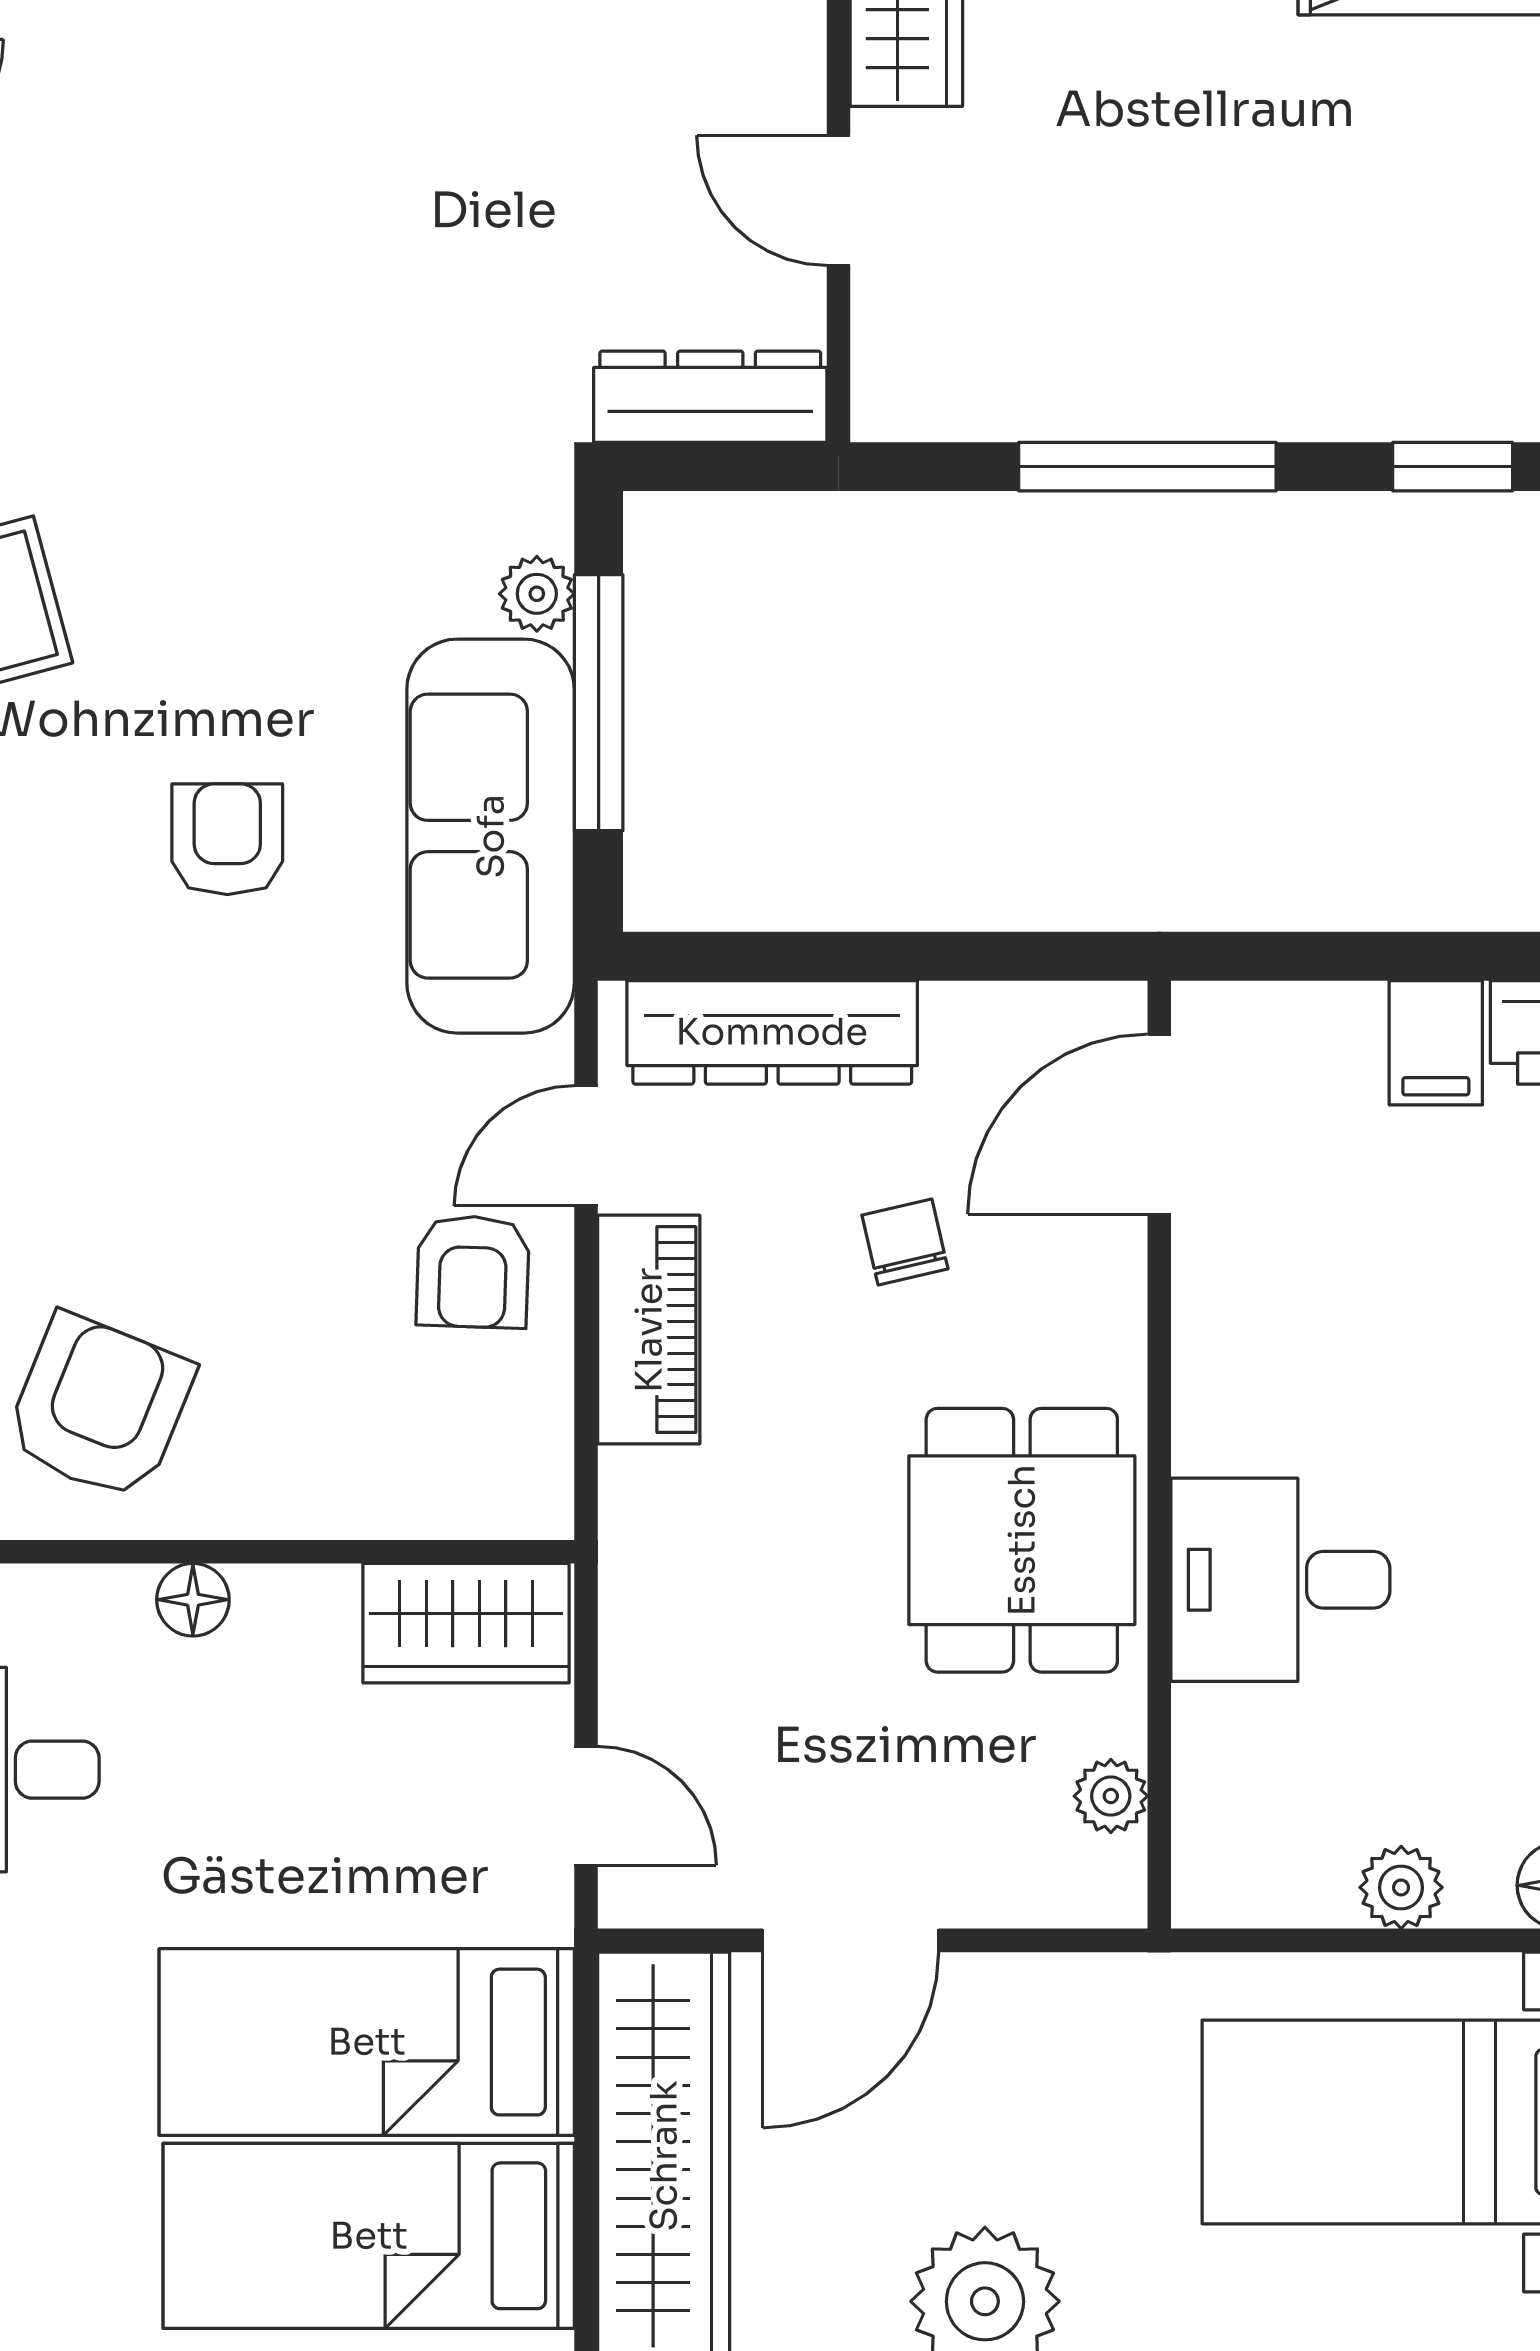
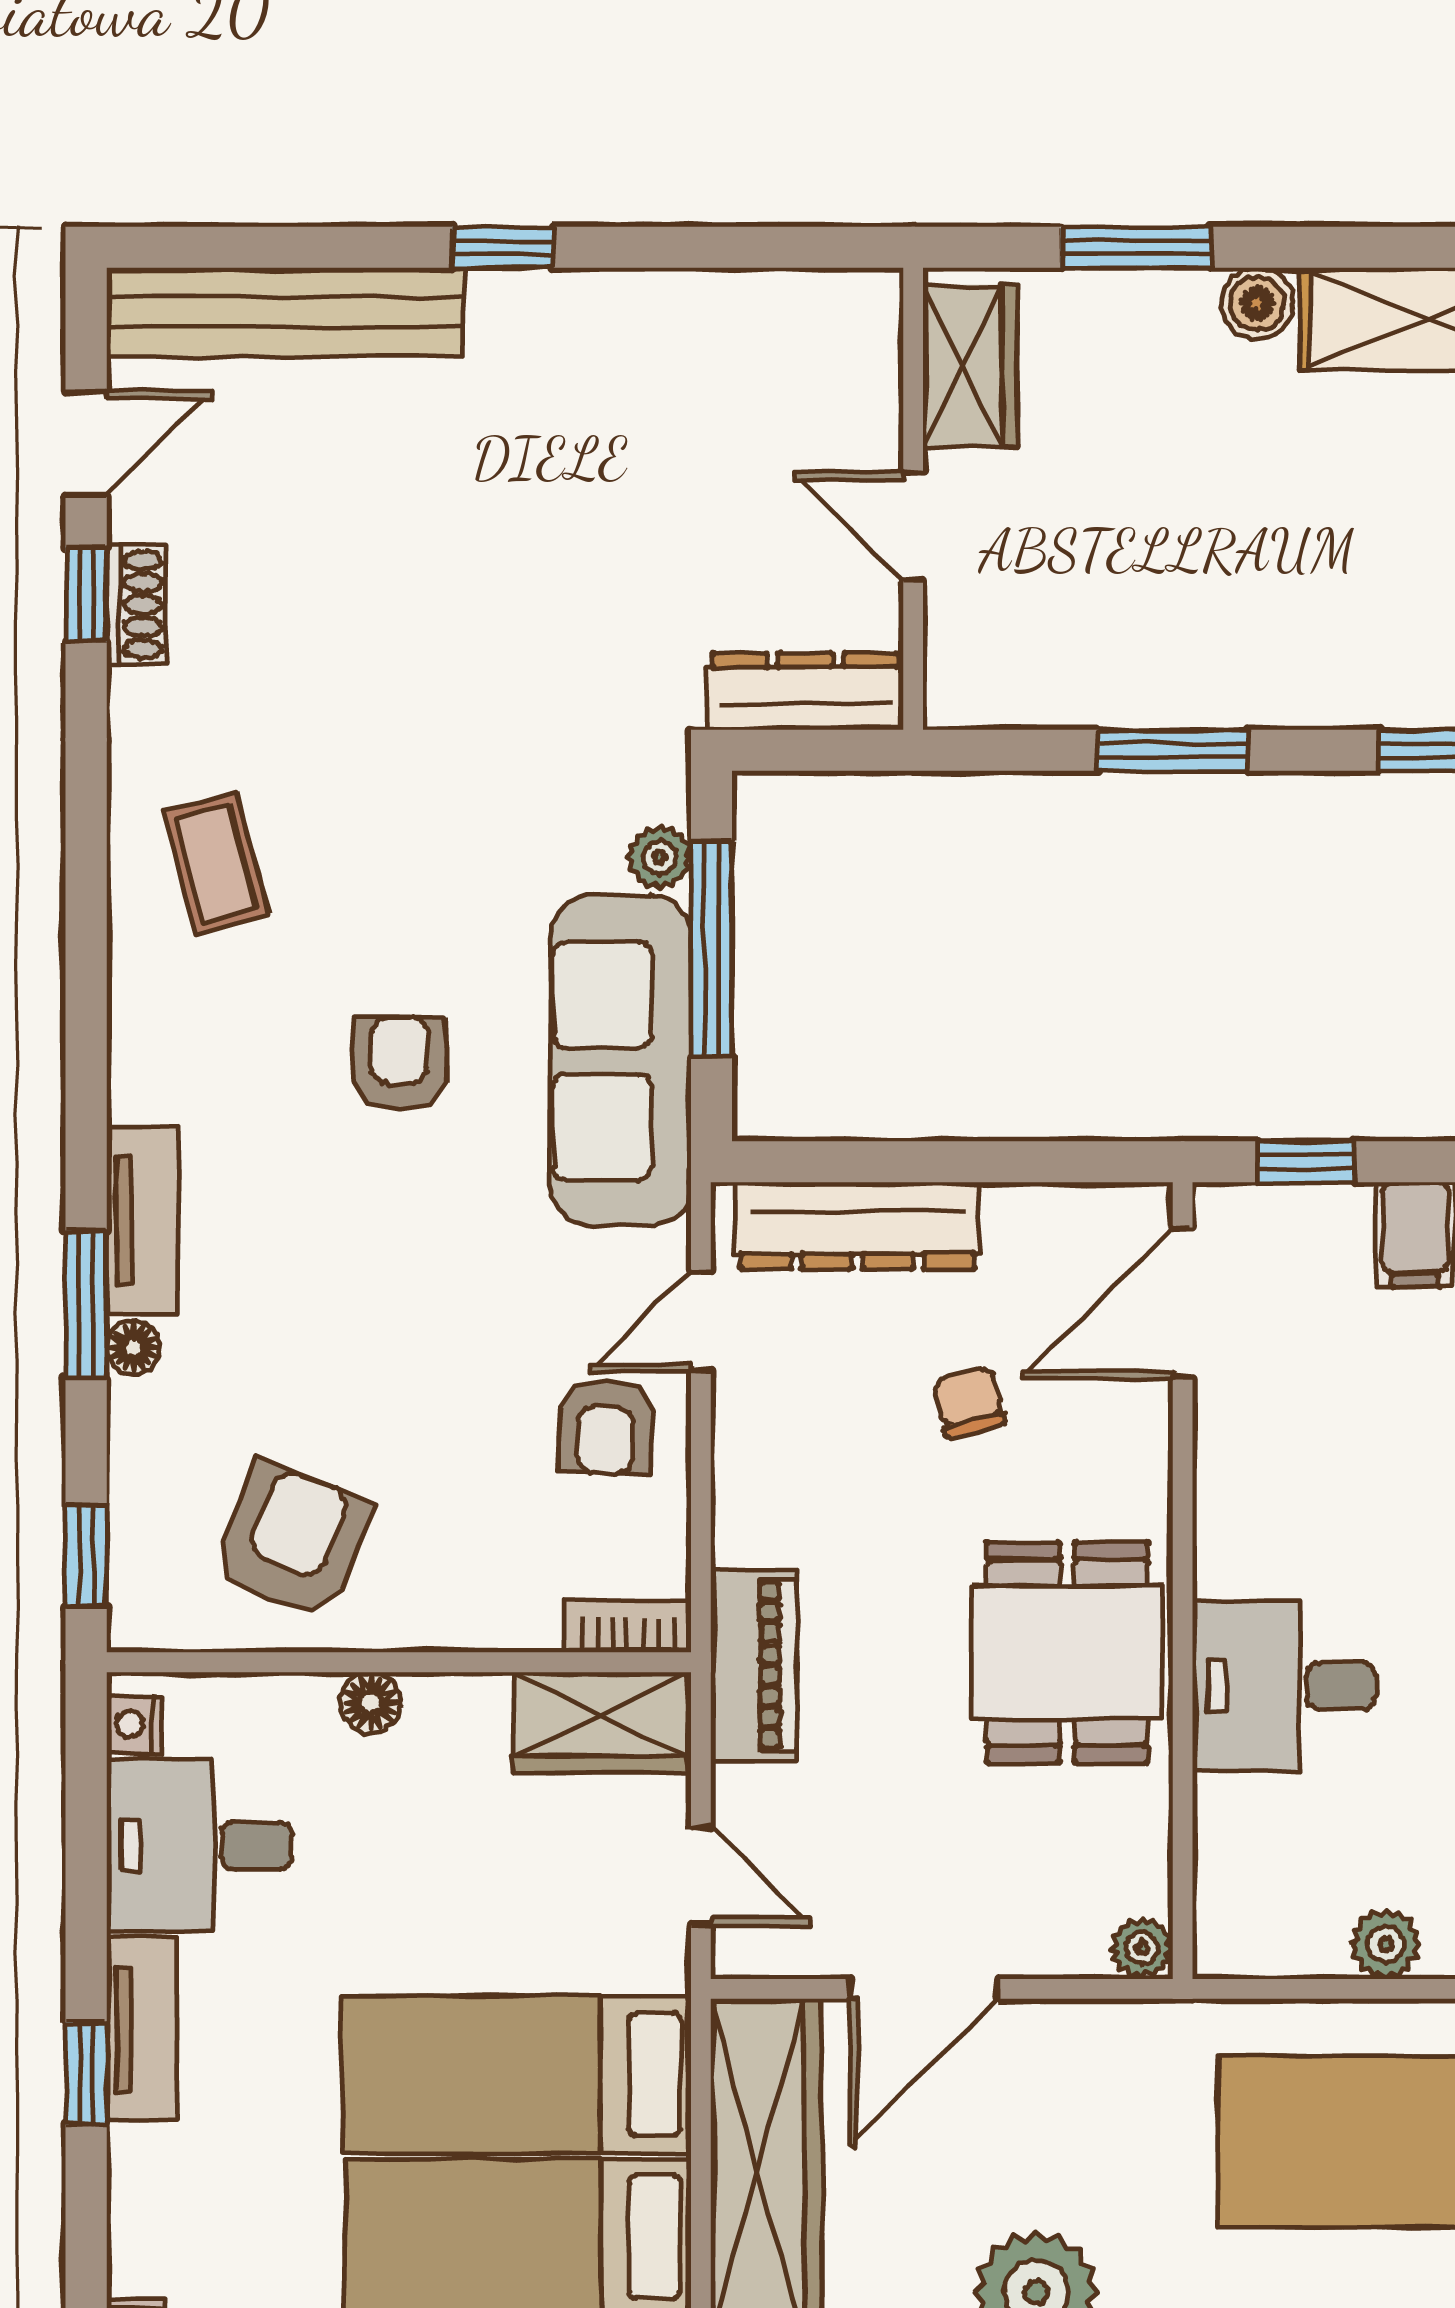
window: (1147, 467) -> (1173, 750), width x0.69
window: (1306, 956) -> (1306, 1162), added
piano: (649, 1330) -> (754, 1665), moved
bookcase: (499, 1510) -> (628, 1627), added
plant: (1111, 1796) -> (1142, 1948), moved

